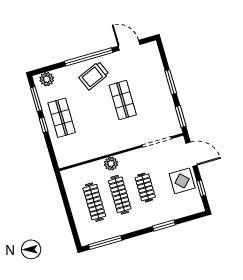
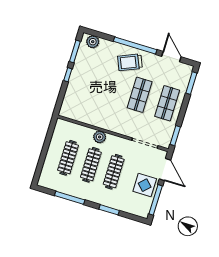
window: (171, 82) -> (191, 83), moved
shop shelf: (62, 118) -> (167, 103), moved
clothes rail: (145, 187) -> (114, 172), width x1.36
window: (201, 188) -> (156, 200), width x2.17
window: (105, 243) -> (70, 198), moved

